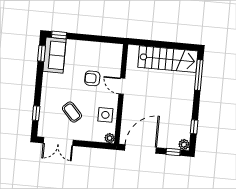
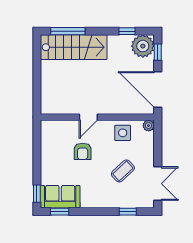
stairs: (168, 59) -> (74, 47), moved, turned 90
plant: (184, 145) -> (143, 46), width x1.88, depth x1.88

